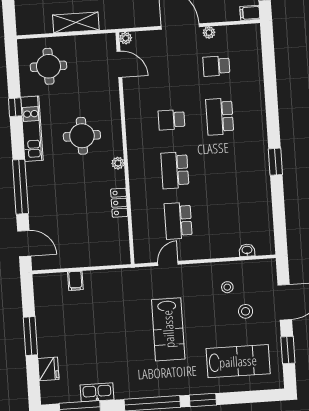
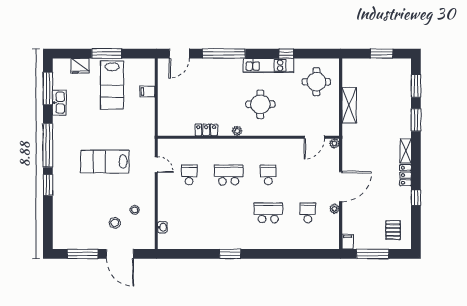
school desk: (178, 221) -> (189, 175), width x0.54
window: (288, 350) -> (82, 254), width x1.44
lab bench: (238, 361) -> (112, 85), moved

